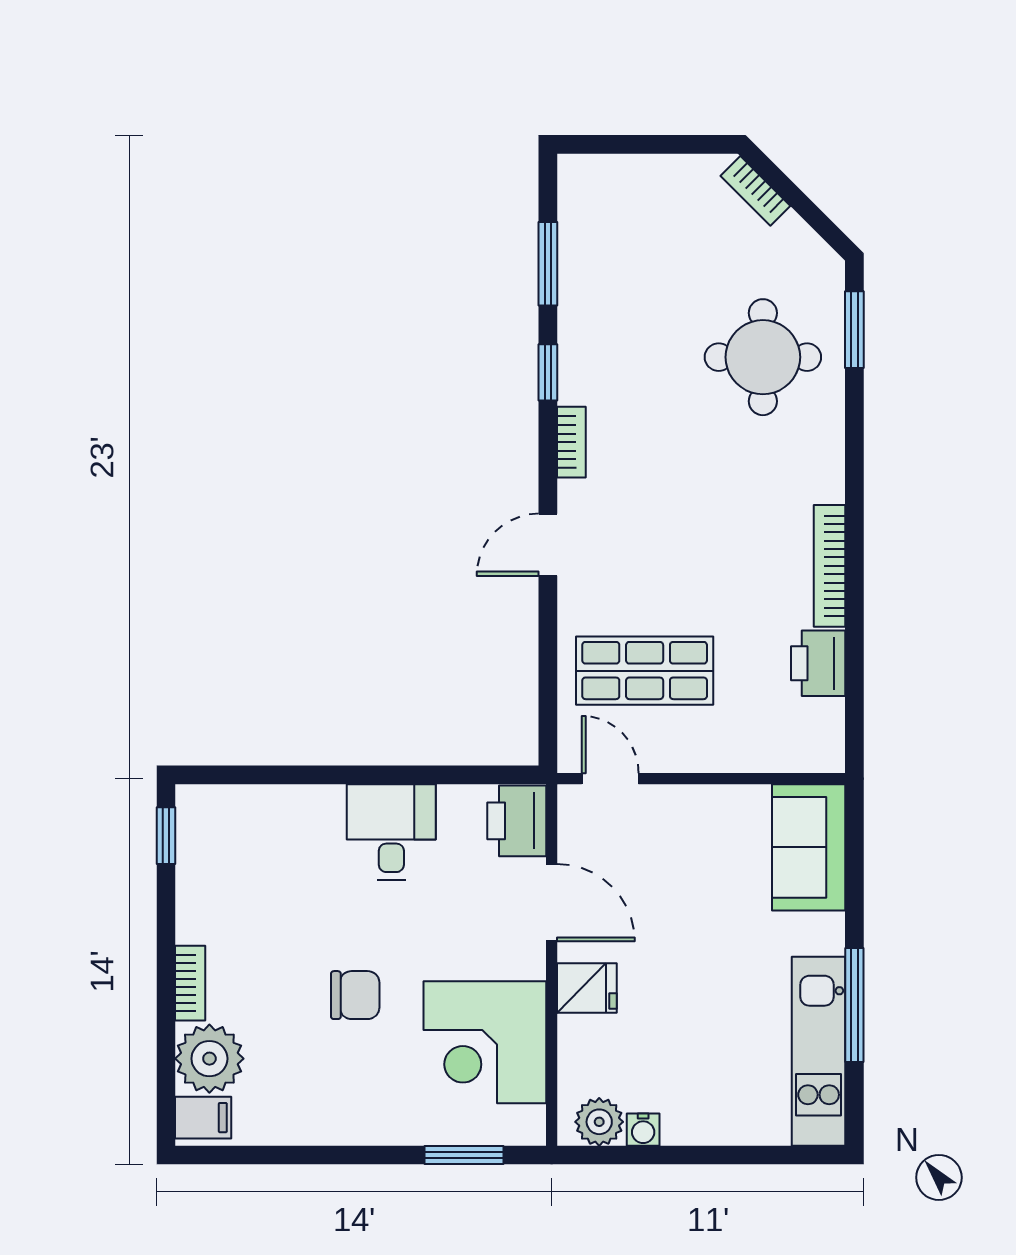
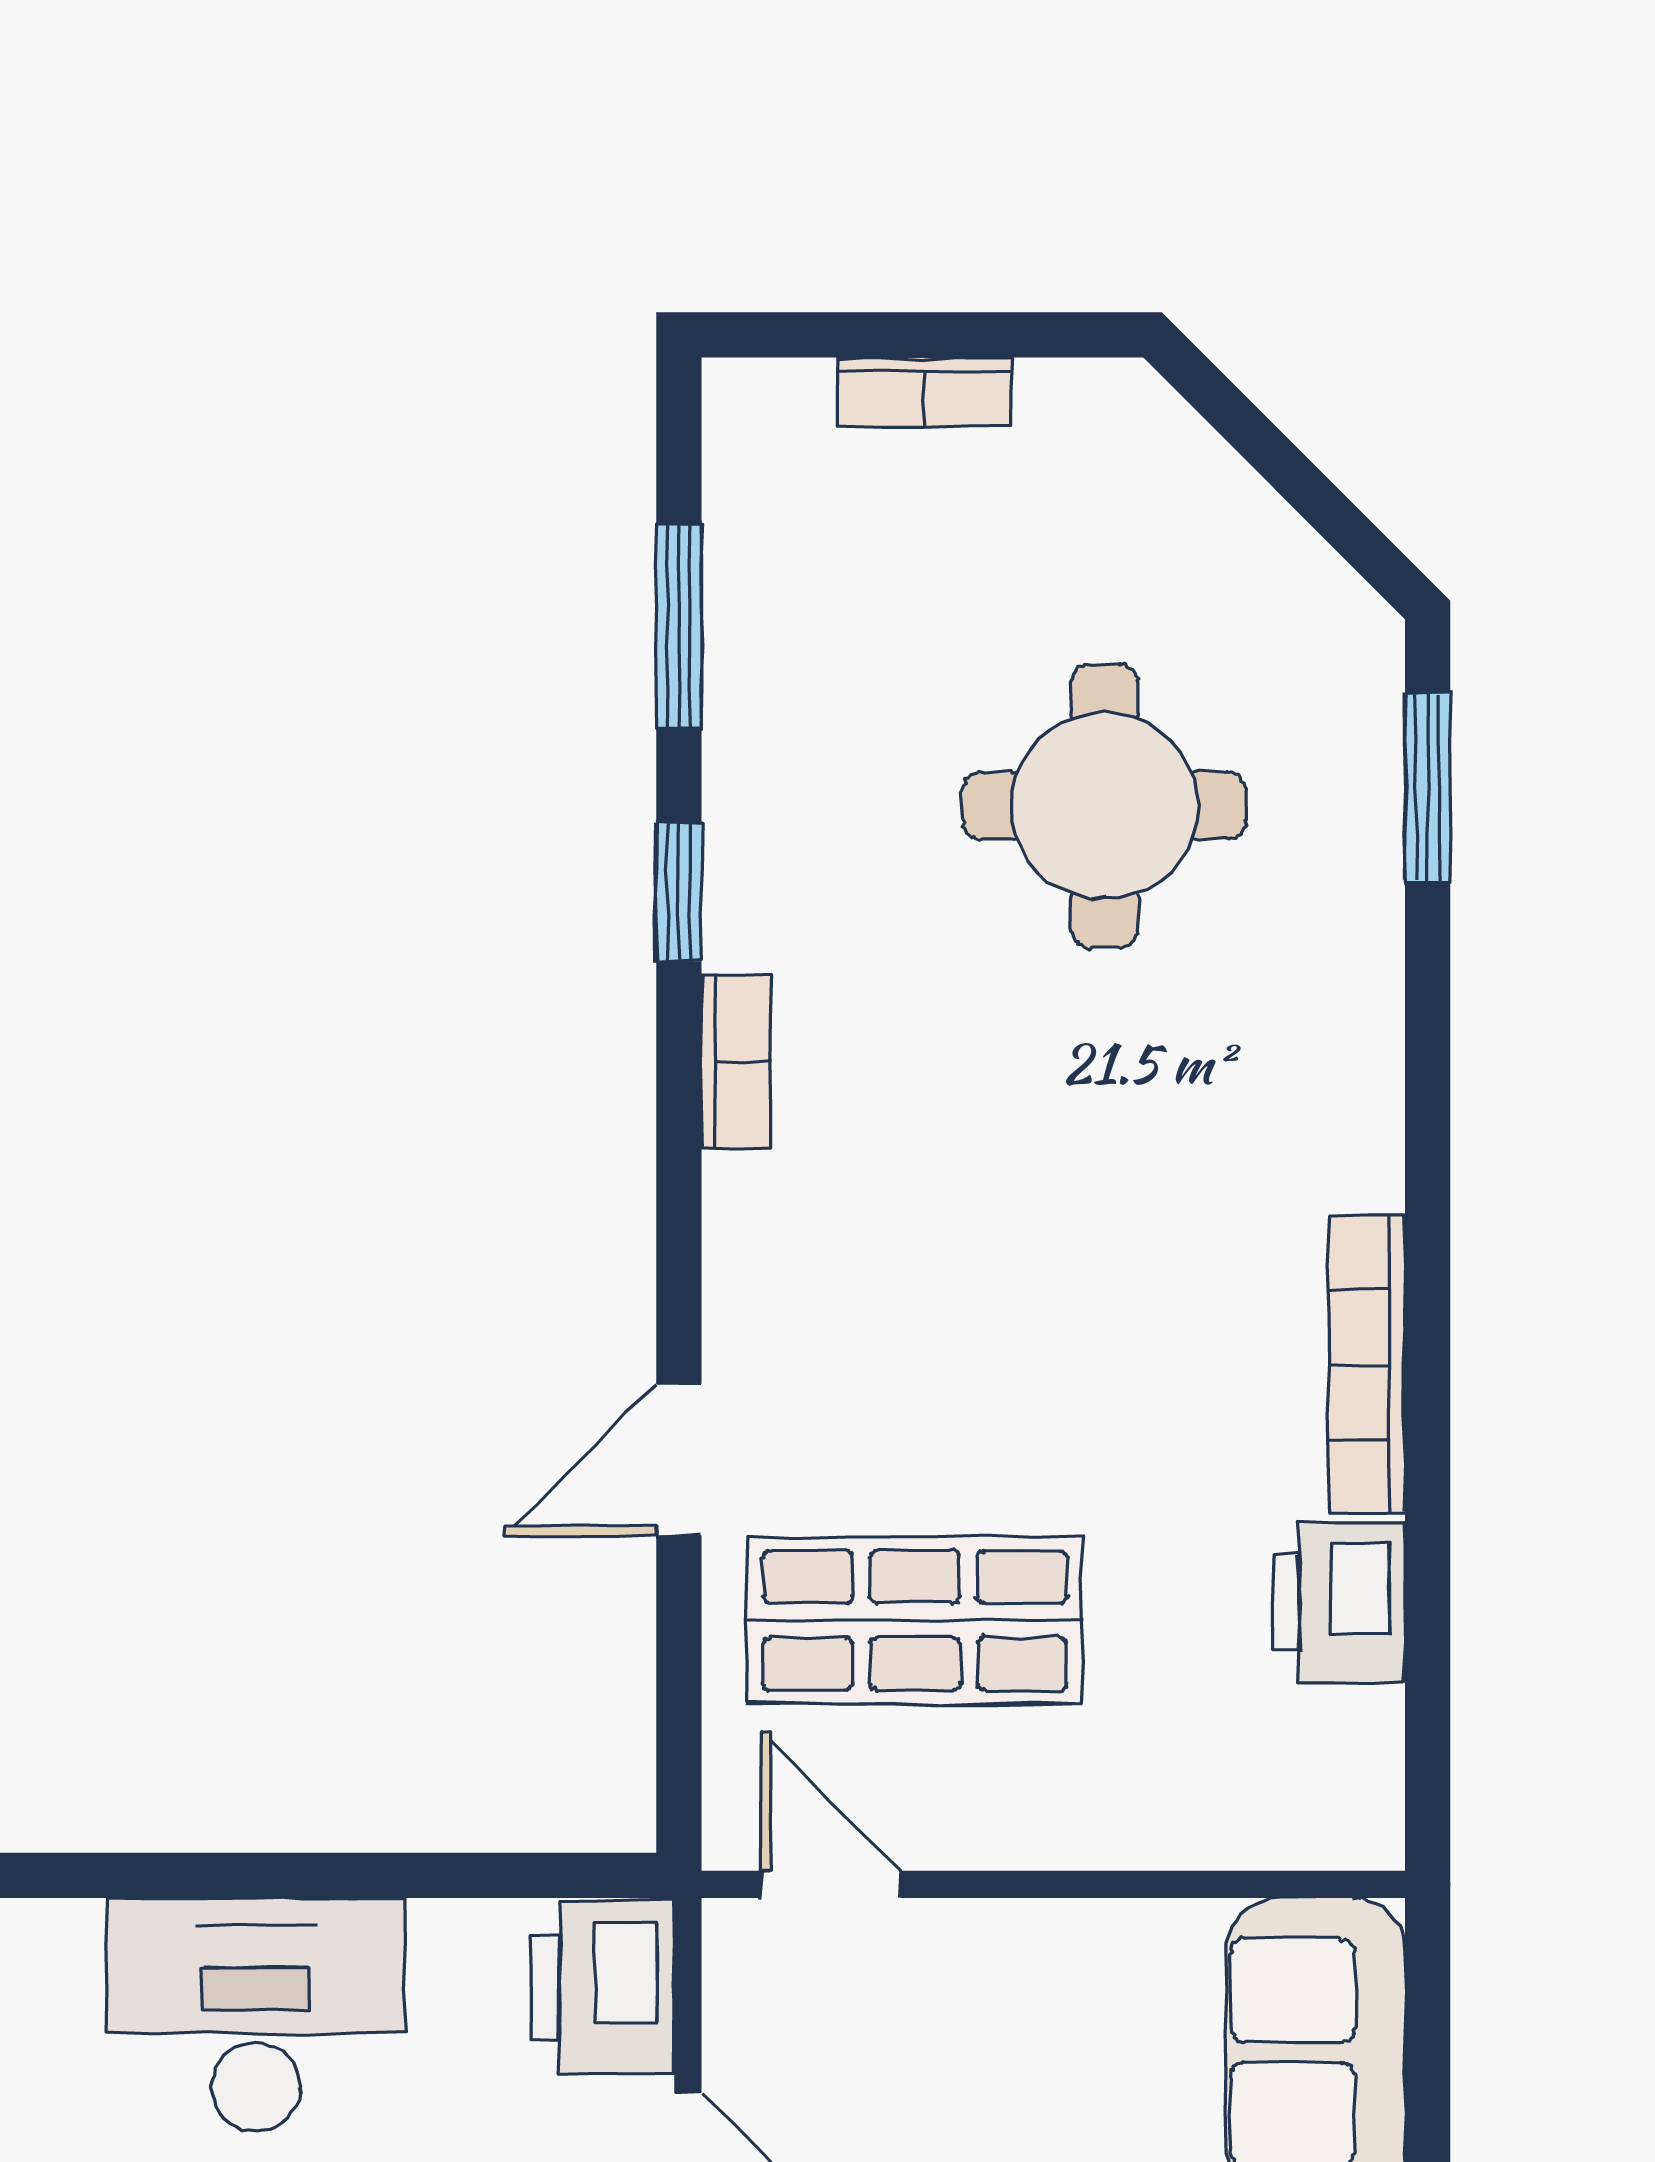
bookcase: (755, 191) -> (924, 392), moved, turned -45
round table: (763, 357) -> (1105, 806), moved
door: (548, 545) -> (679, 1460), moved
desk: (391, 832) -> (256, 2015), width x1.37

